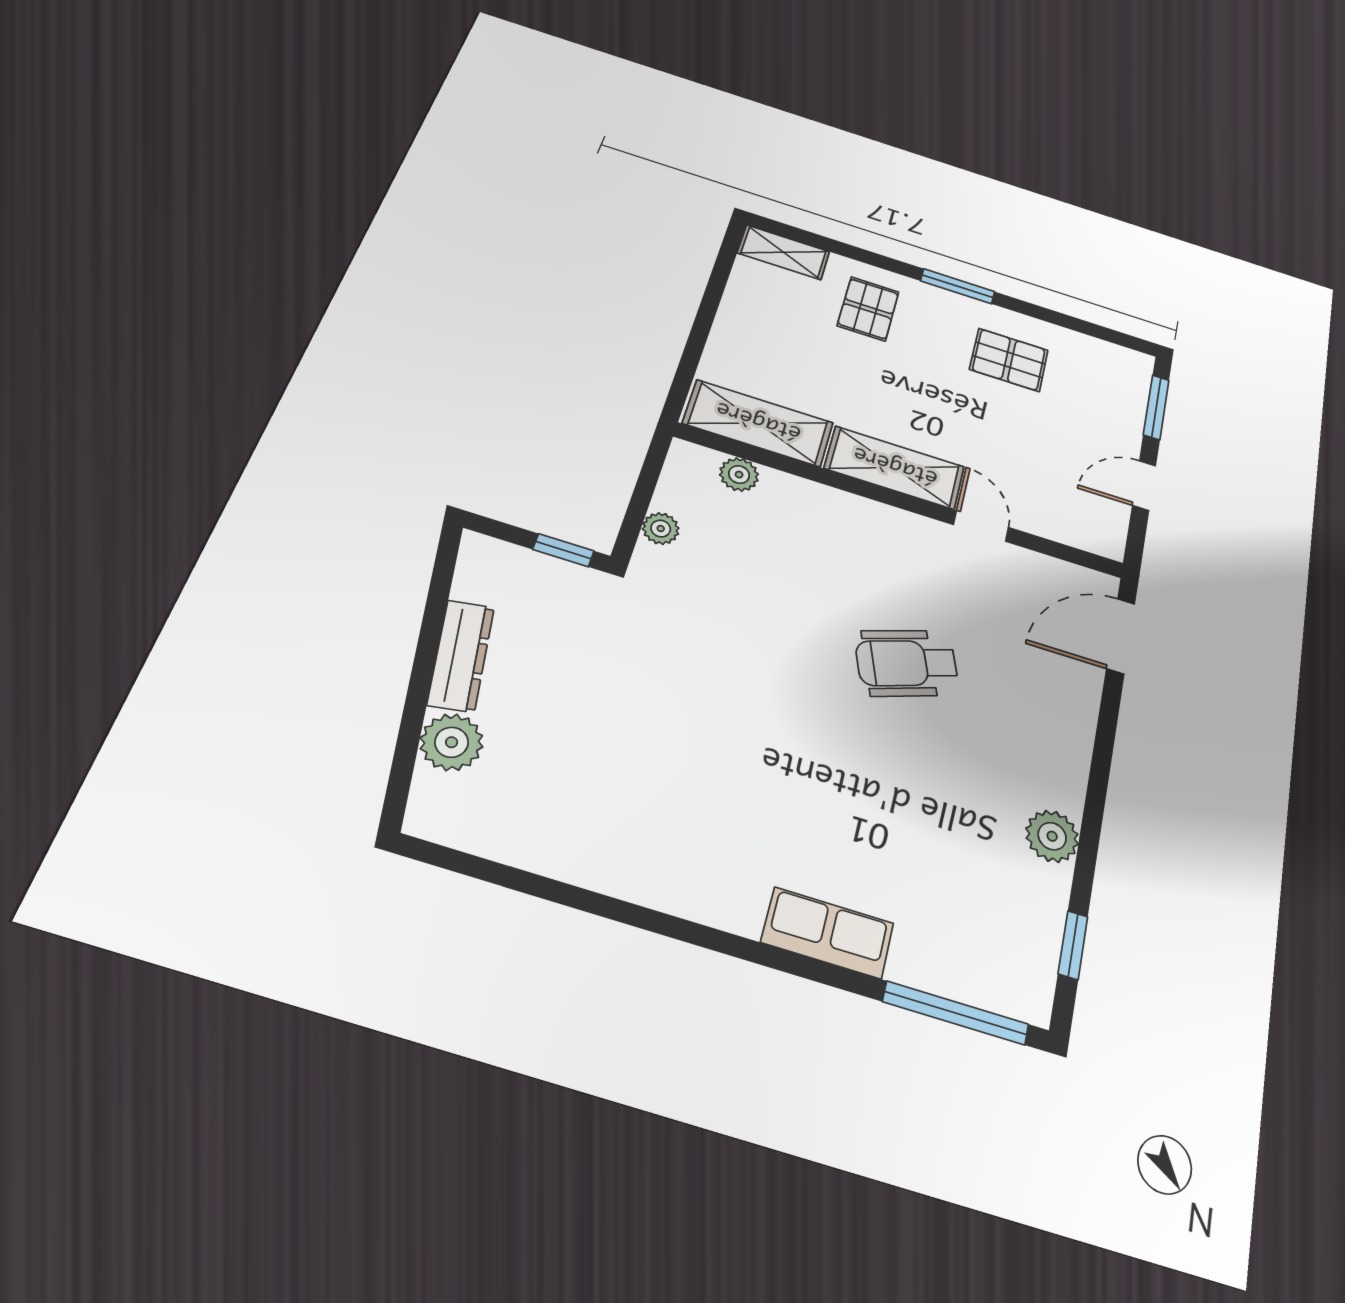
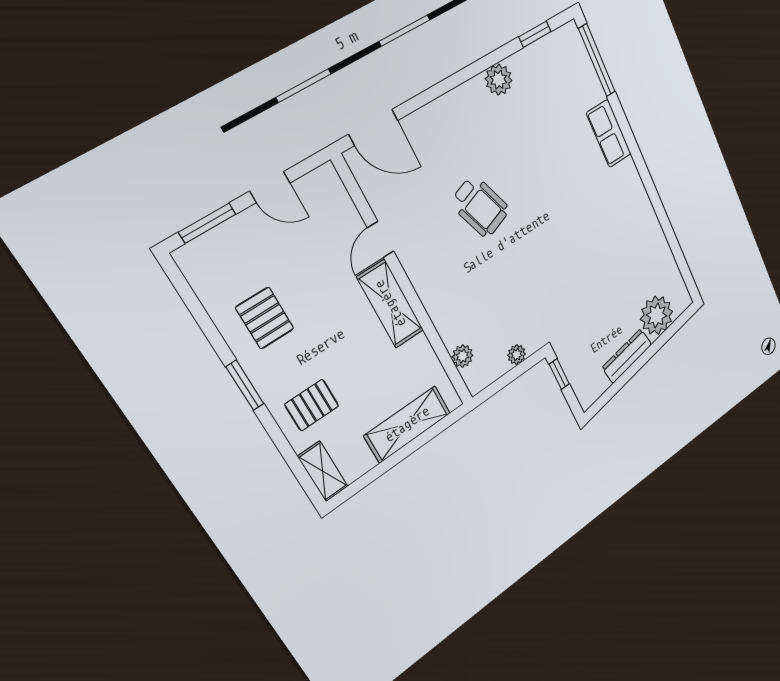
shelving: (758, 423) -> (407, 424), moved, turned 90
plant: (452, 742) -> (657, 315), width x1.36, depth x1.36

